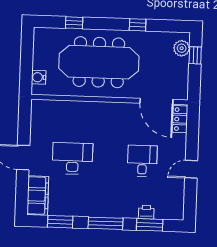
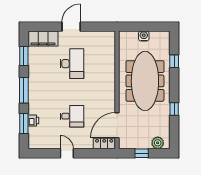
window: (195, 55) -> (142, 153), moved
water cooler: (39, 77) -> (144, 36), moved

